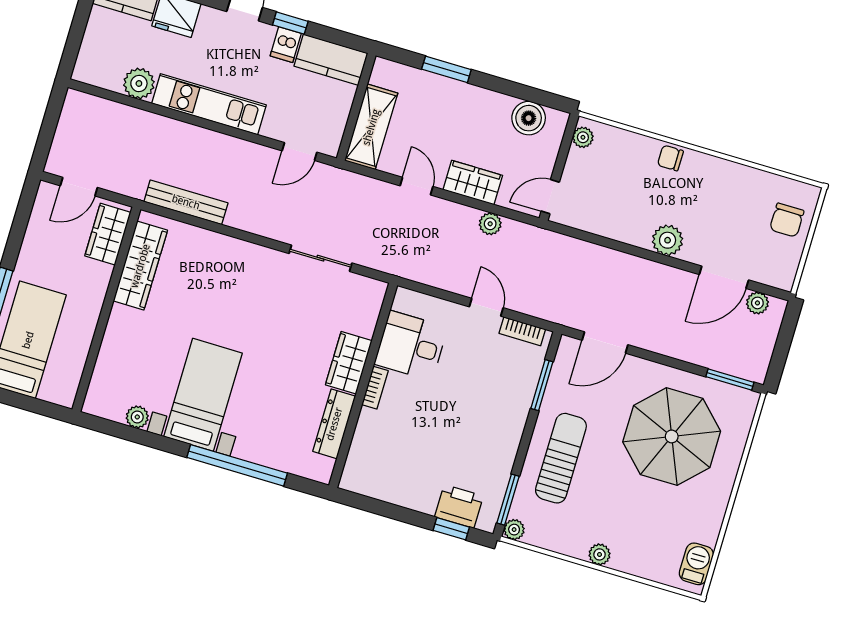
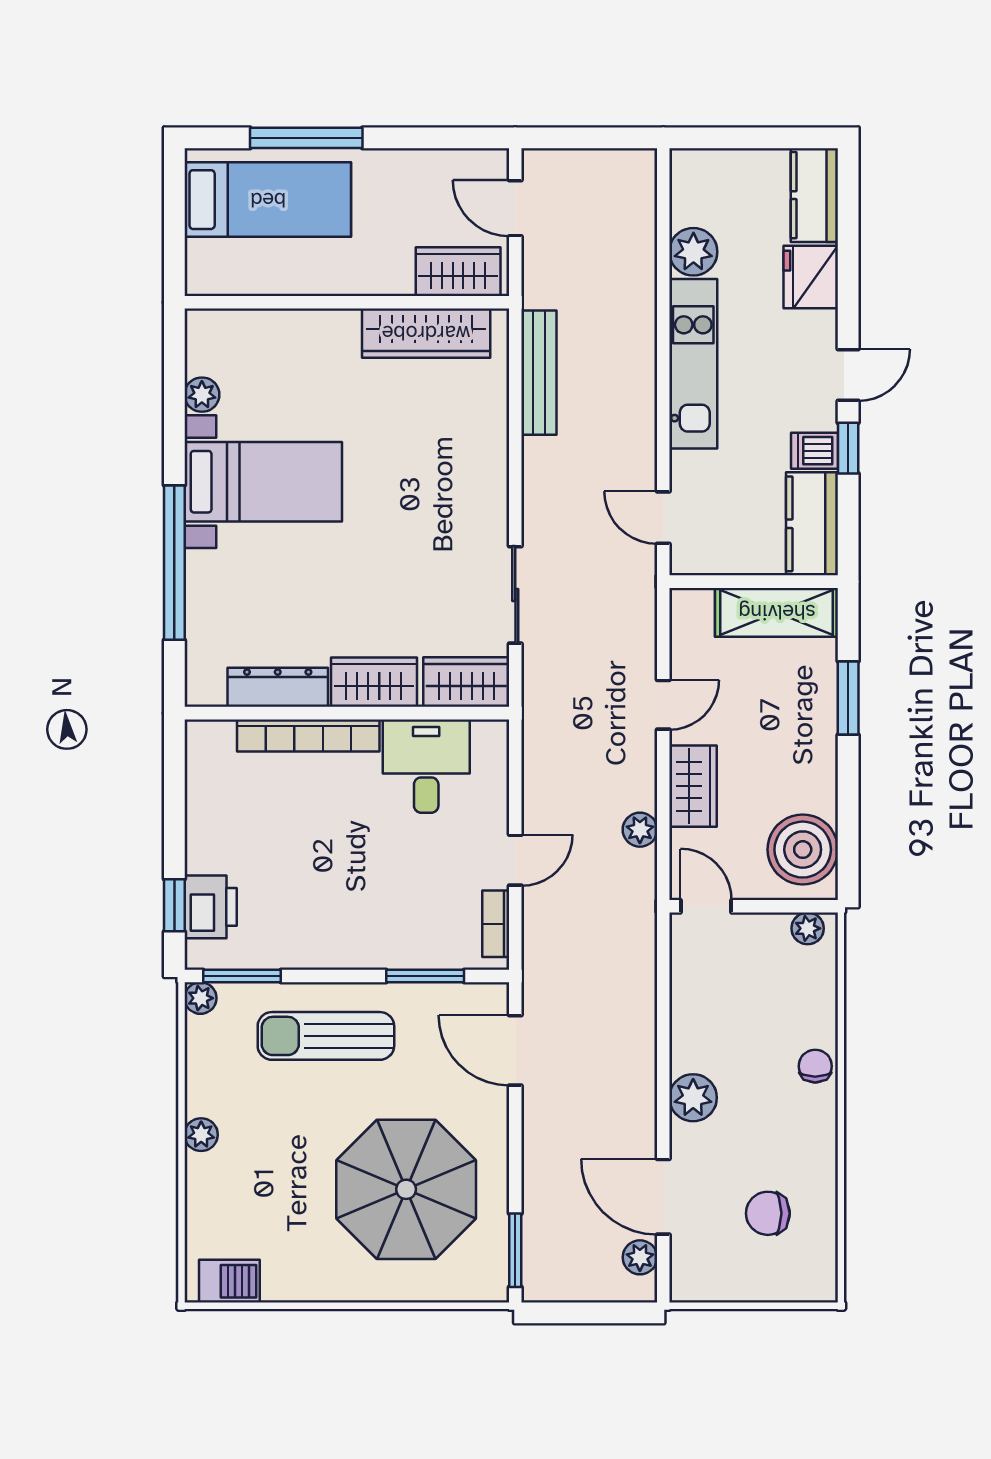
boiler: (529, 118) -> (803, 850), width x1.37, depth x1.37
shelving: (371, 127) -> (777, 612), moved
chair: (787, 220) -> (768, 1213), moved
wardrobe: (366, 305) -> (466, 682), added
bookcase: (375, 388) -> (308, 735), width x2.31, depth x1.31
sun lounger: (561, 458) -> (326, 1036), turned 180

